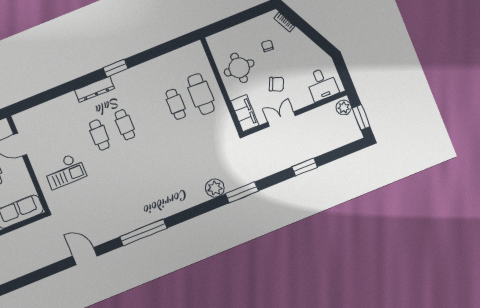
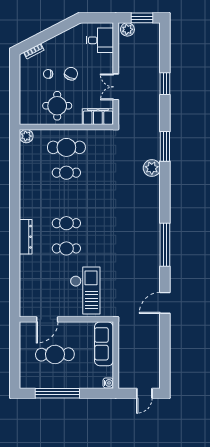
plant: (196, 49) -> (26, 136), added
window: (116, 68) -> (15, 211), removed
chair: (277, 84) -> (71, 74), moved
checkout: (65, 171) -> (85, 291), width x1.36, depth x1.21

